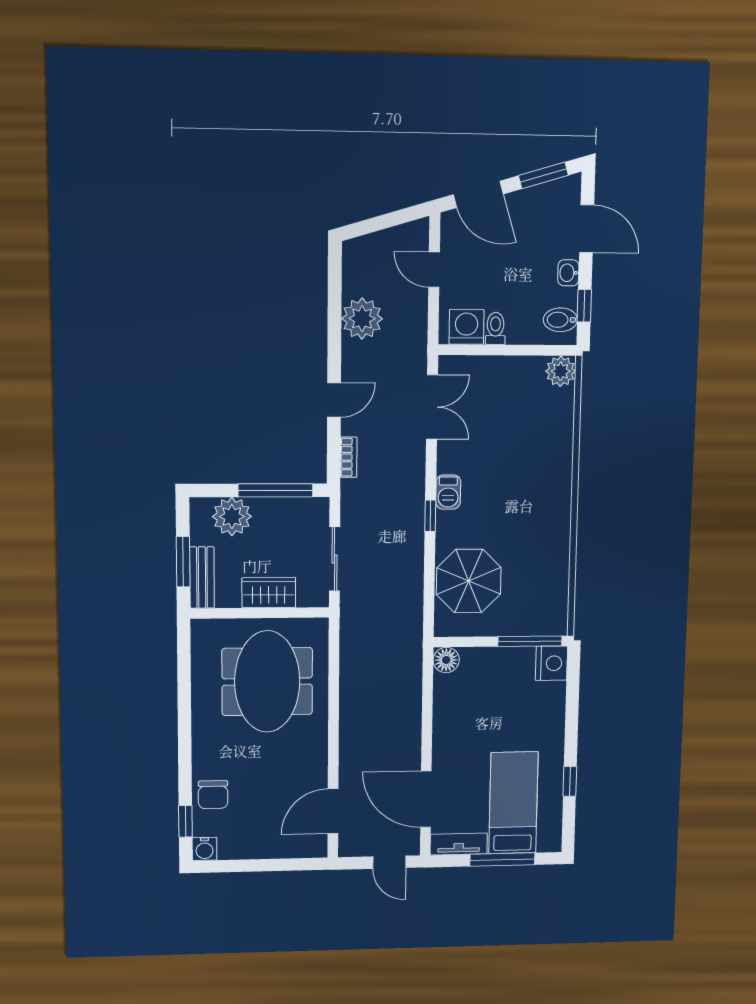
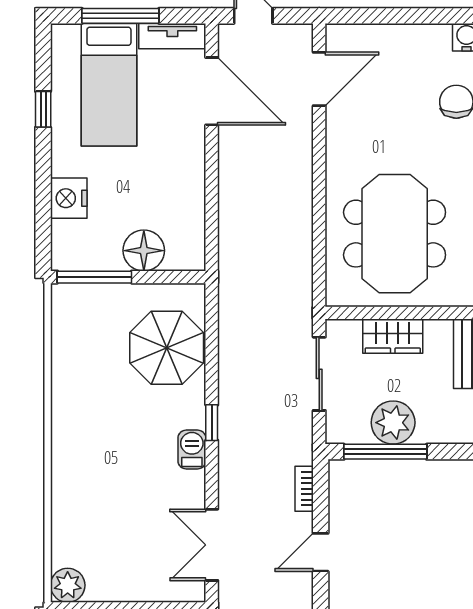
plant: (232, 516) -> (393, 423), moved
floor lamp: (446, 660) -> (144, 251), moved, width x1.38, depth x1.38
nightstand: (551, 663) -> (69, 198), moved

